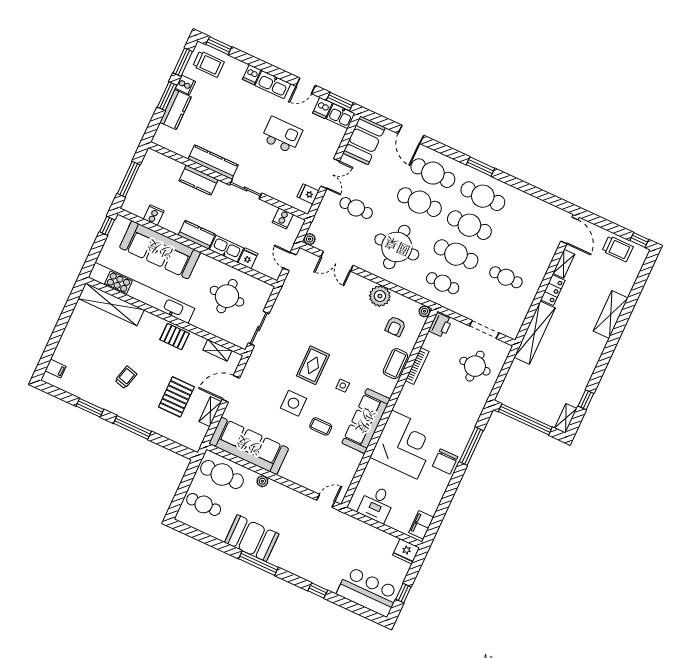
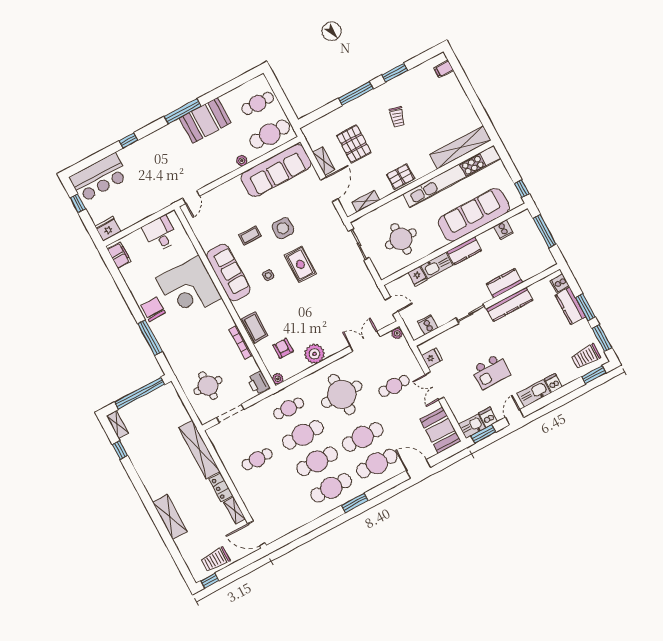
cooker: (186, 85) -> (560, 283), moved

